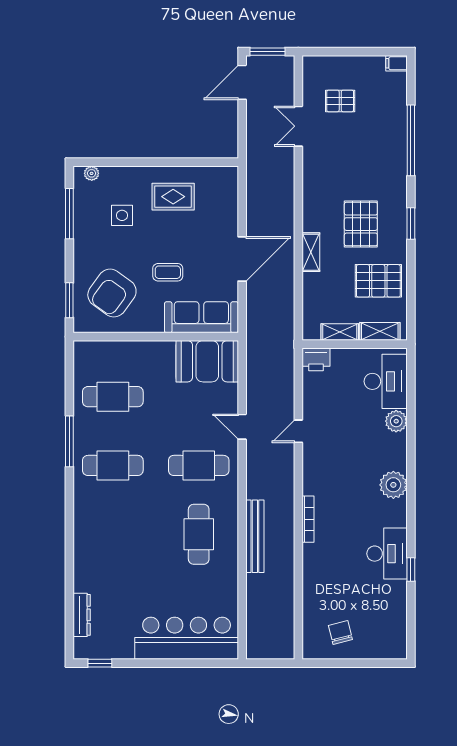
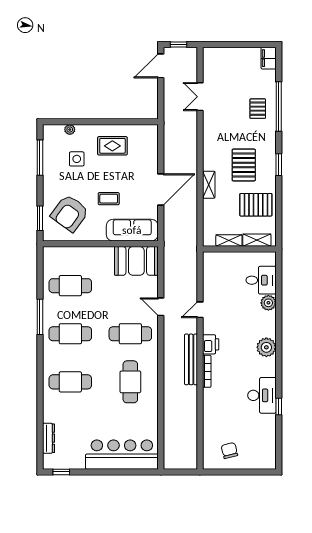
window: (267, 52) -> (178, 44), width x0.67
filing cabinet: (397, 63) -> (269, 58), width x2.00
pallet: (340, 101) -> (258, 109), moved, turned 90
plant: (92, 173) -> (70, 130), moved
printer: (316, 359) -> (211, 344), moved, turned -90
desk: (386, 381) -> (261, 280), width x0.73
cafe table: (113, 534) -> (70, 382), added
bench: (255, 536) -> (191, 359), moved

